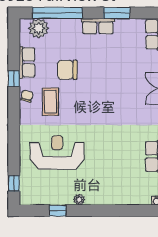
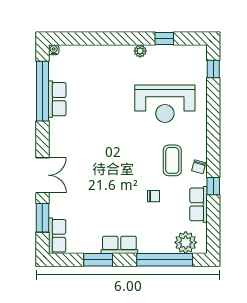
chair: (67, 70) -> (154, 196), width x0.54, depth x0.54

